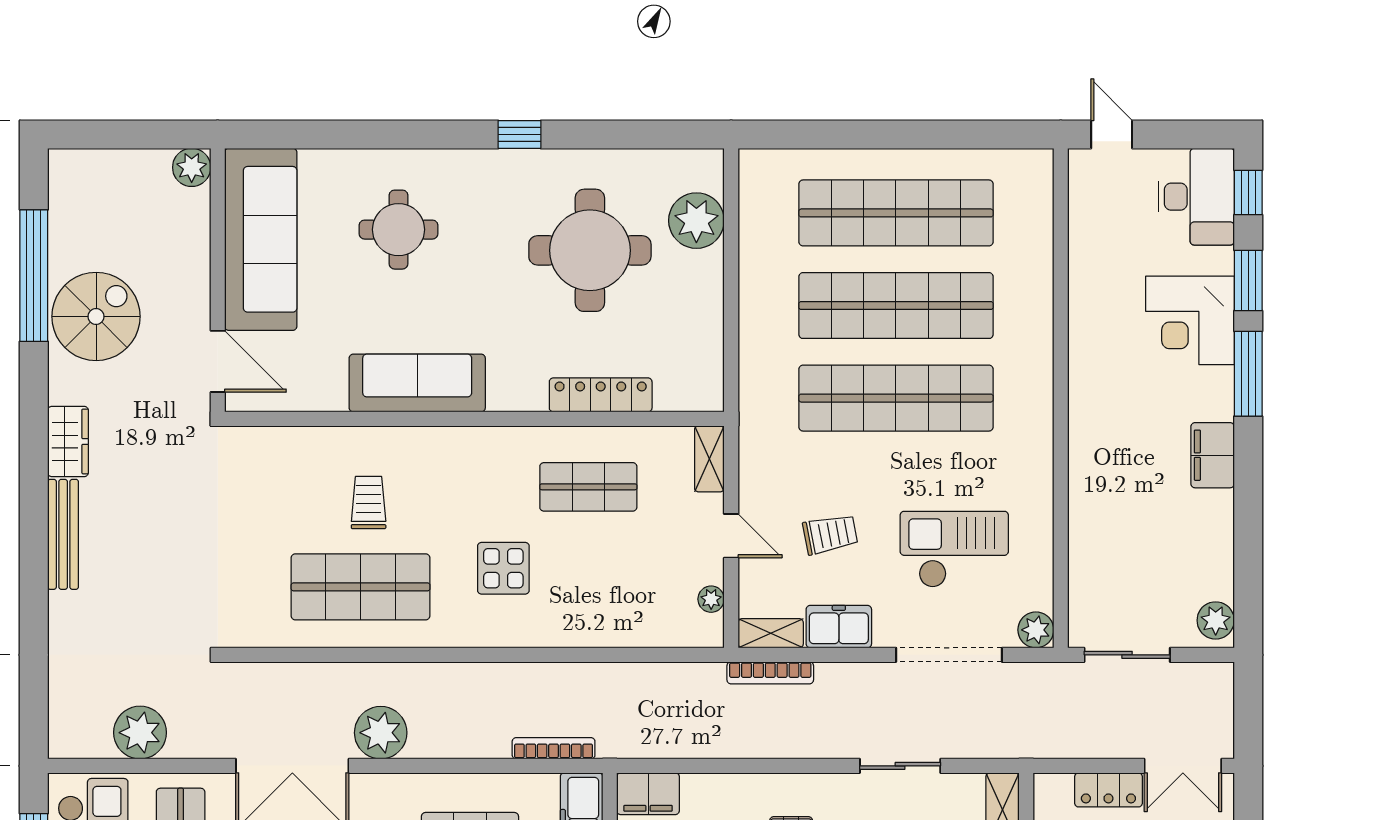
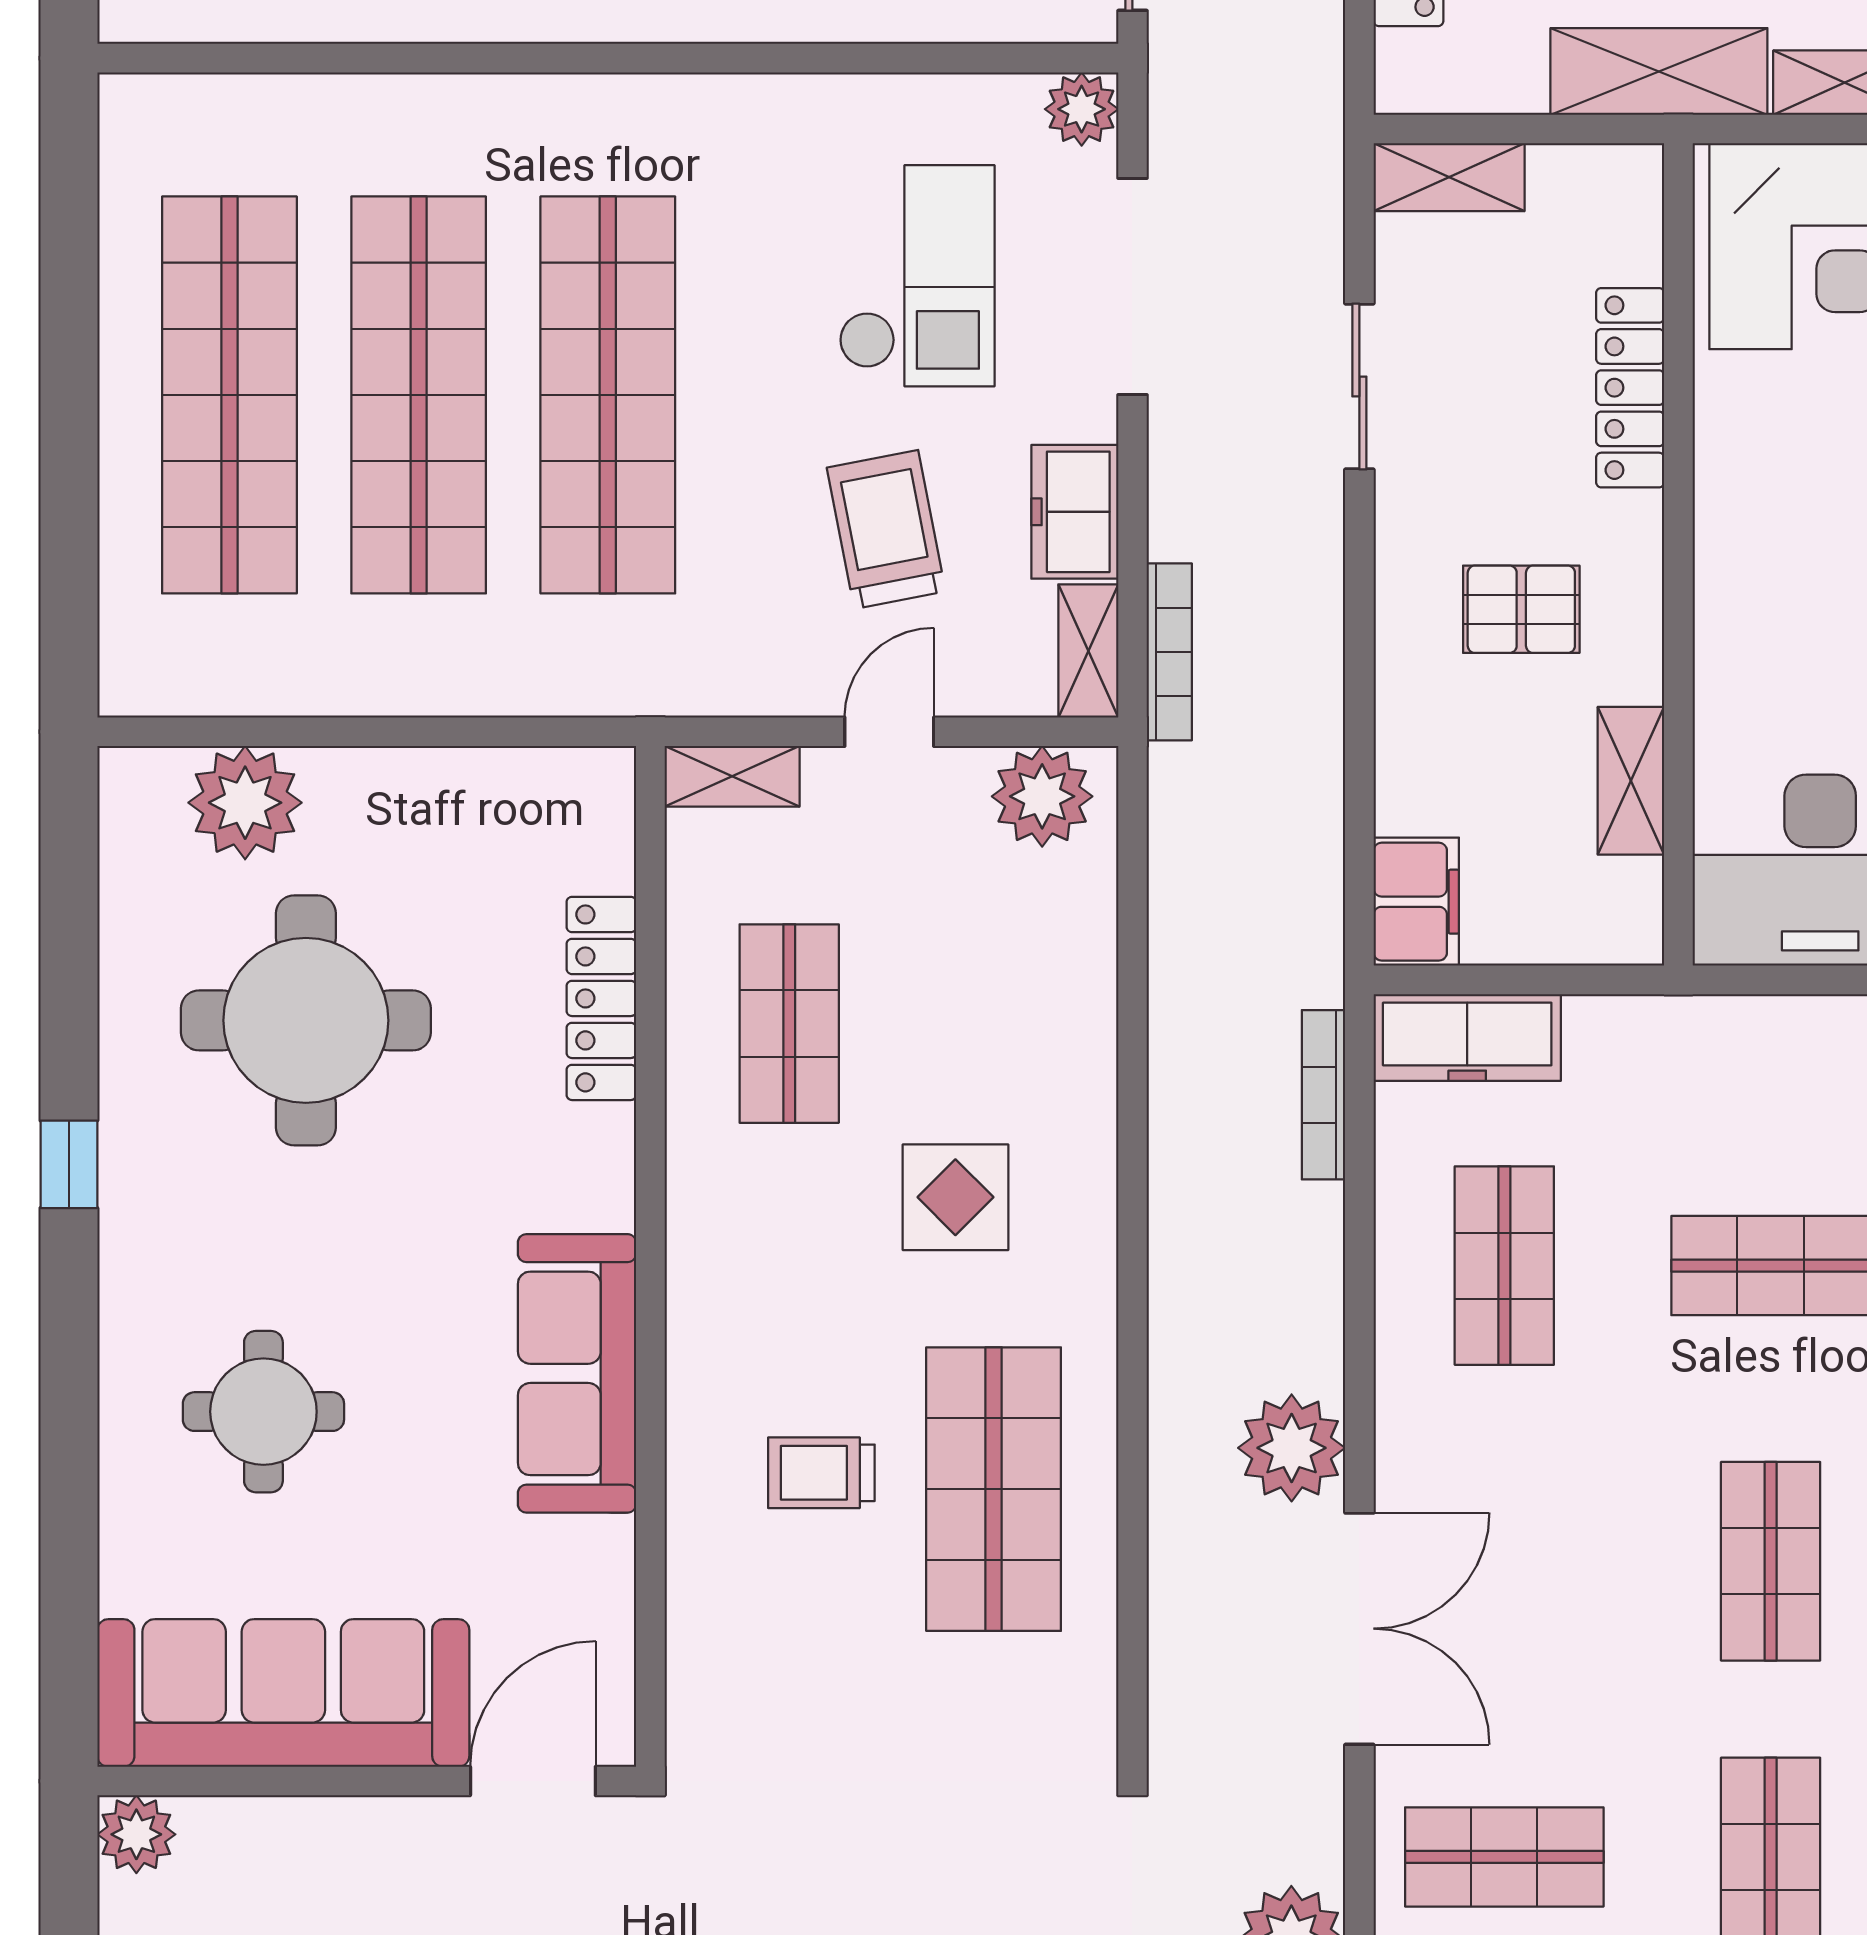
trolley: (830, 534) -> (886, 529), width x1.36, depth x1.39
checkout: (954, 549) -> (917, 276), turned 180
plant: (711, 599) -> (1042, 796), width x1.88, depth x1.88

